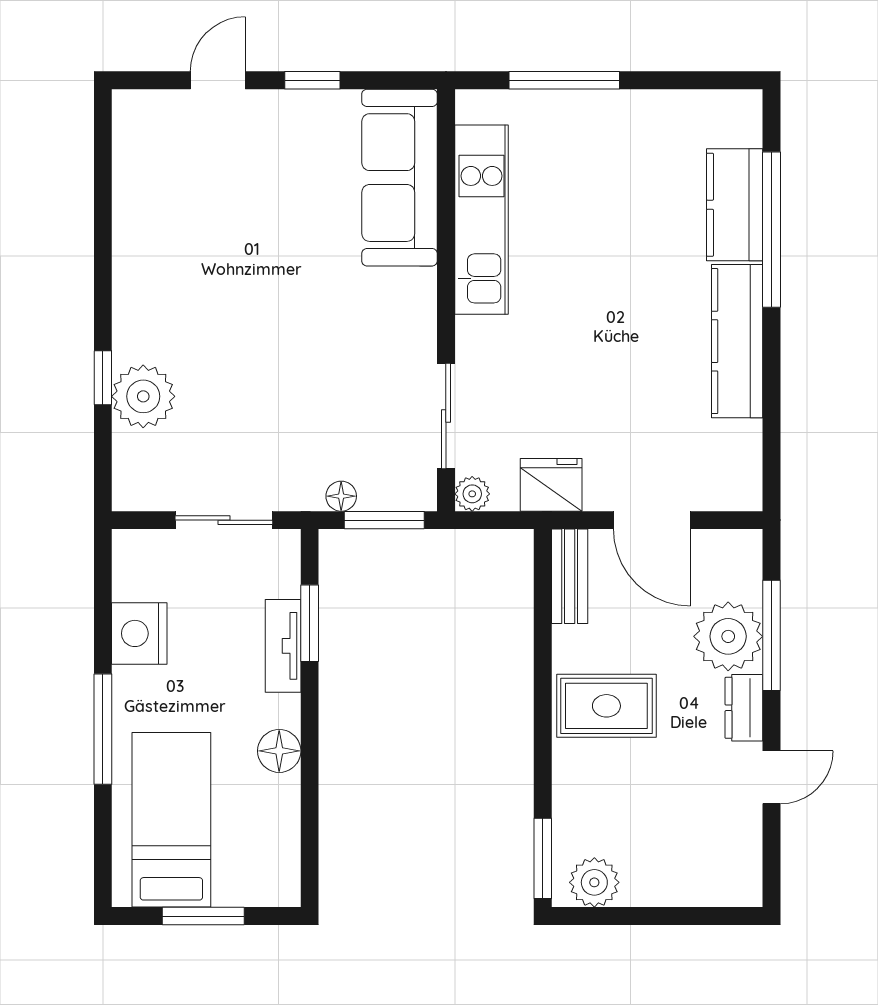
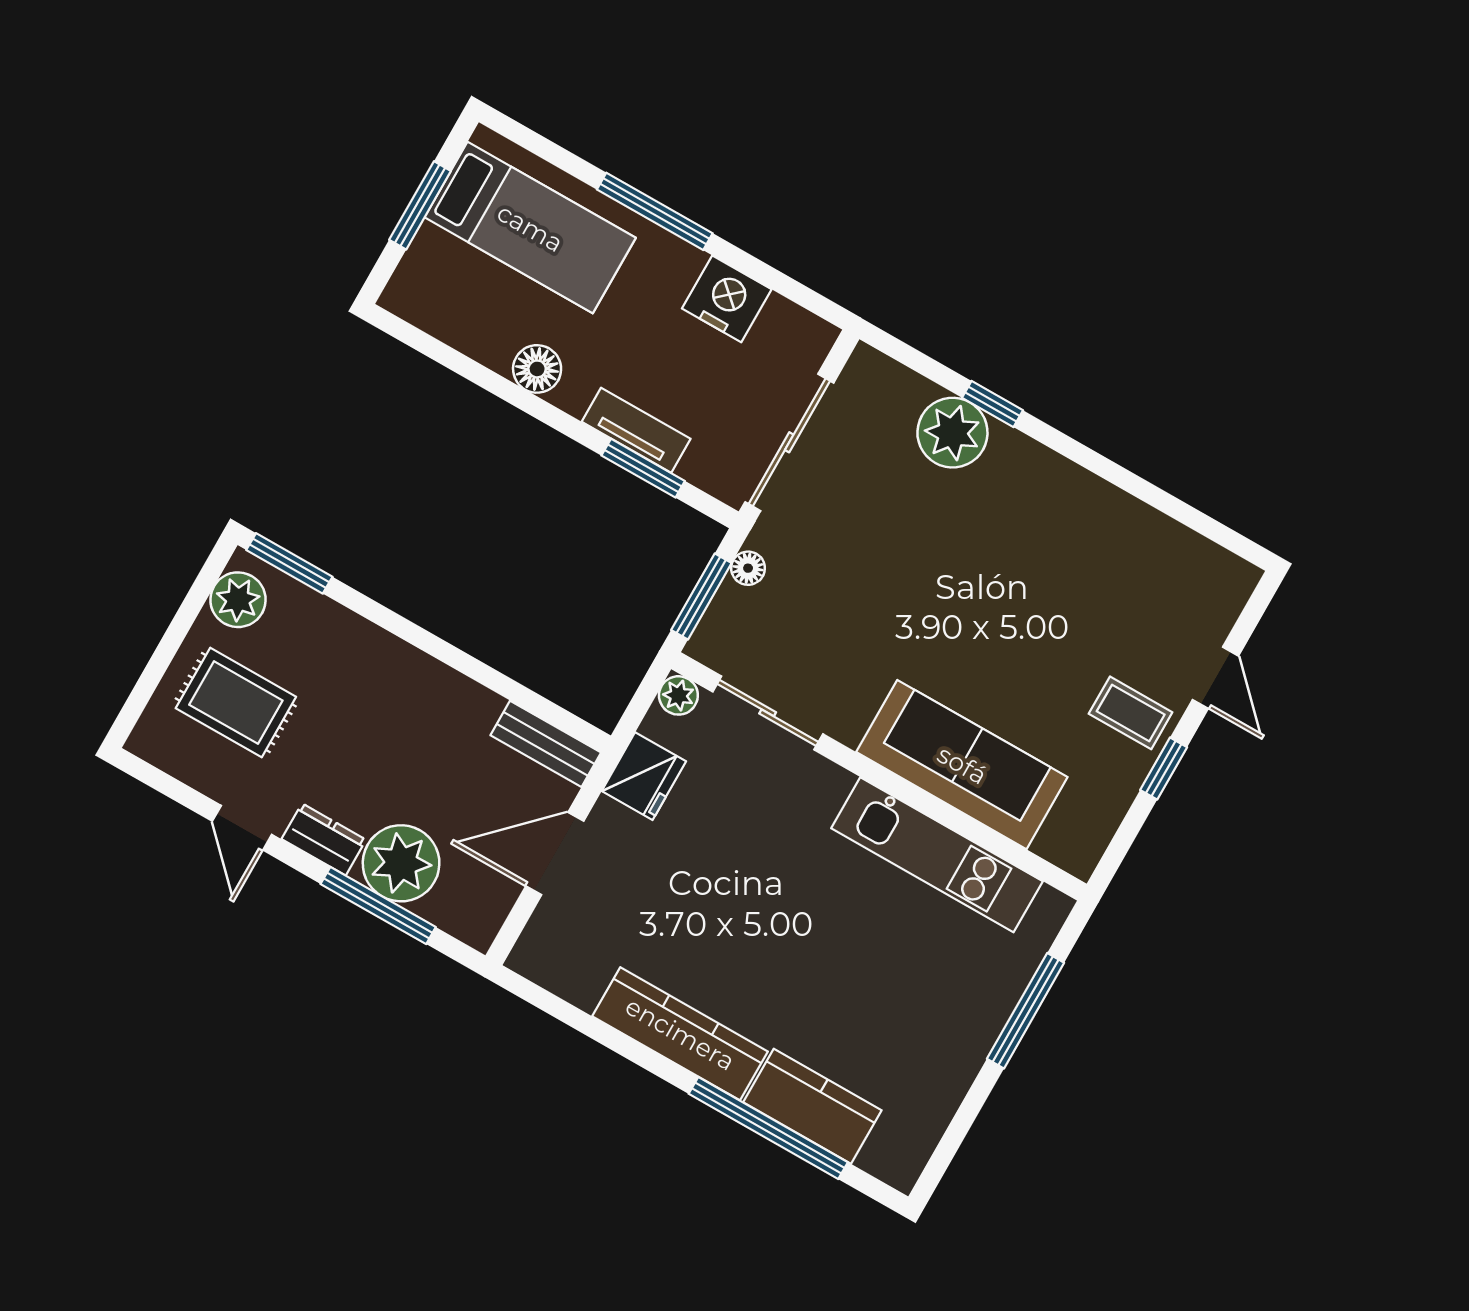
coffee table: (284, 131) -> (1131, 713), added
sofa: (400, 178) -> (962, 765), moved
sliding door: (224, 520) -> (789, 442), width x1.37
rug: (606, 706) -> (236, 703), moved, turned 90

